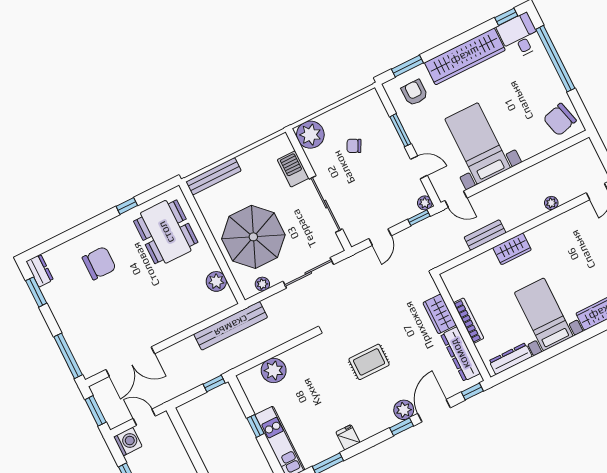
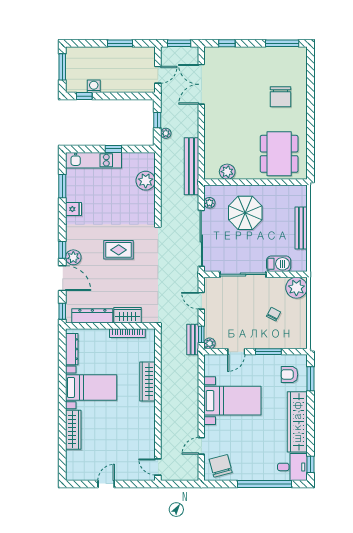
armchair: (415, 93) -> (290, 374), turned 180
bench: (213, 176) -> (301, 228), moved
door: (456, 199) -> (201, 446), moved
plant: (551, 203) -> (166, 133), moved
window: (127, 206) -> (310, 136), removed
dining table: (166, 232) -> (279, 154), turned 90
bench: (485, 235) -> (193, 340), moved
parasol: (253, 237) -> (245, 213), width x0.73, depth x0.73
wardrobe: (512, 249) -> (148, 382), width x1.50
dresser: (40, 271) -> (296, 53), removed
sliding door: (308, 273) -> (201, 238), width x1.36
window: (36, 292) -> (282, 43), width x1.44
bookcase: (469, 321) -> (127, 333), moved
window: (68, 356) -> (227, 43), width x0.46
rug: (369, 362) -> (119, 250), turned 90
window: (214, 383) -> (157, 120), moved
washing machine: (128, 442) -> (147, 55), removed

